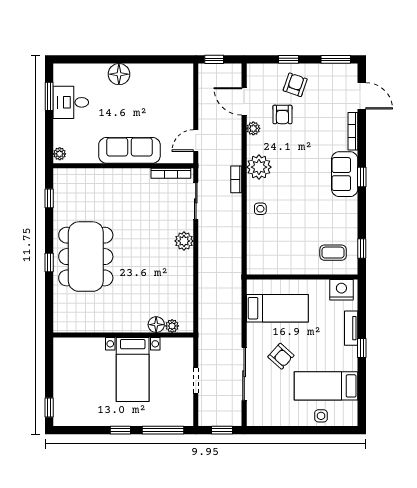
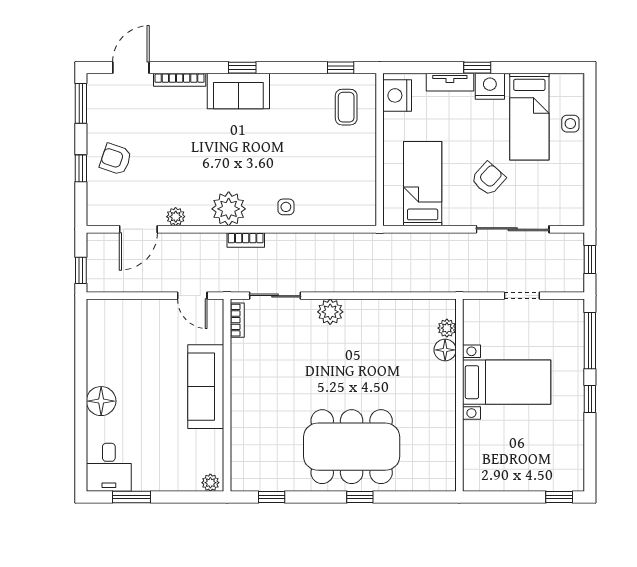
desk: (71, 102) -> (109, 467), moved
armchair: (282, 114) -> (156, 177), removed
bookcase: (171, 173) -> (237, 320), width x0.64
nightstand: (348, 357) -> (490, 86), added

